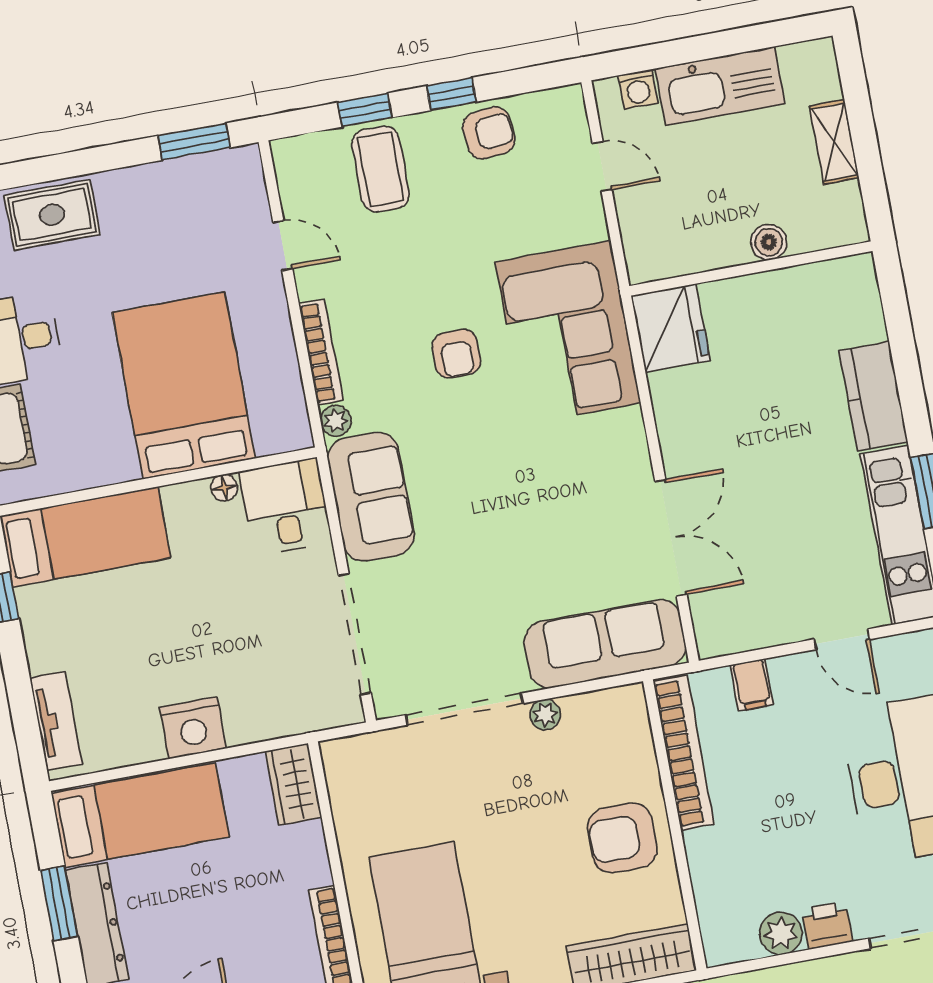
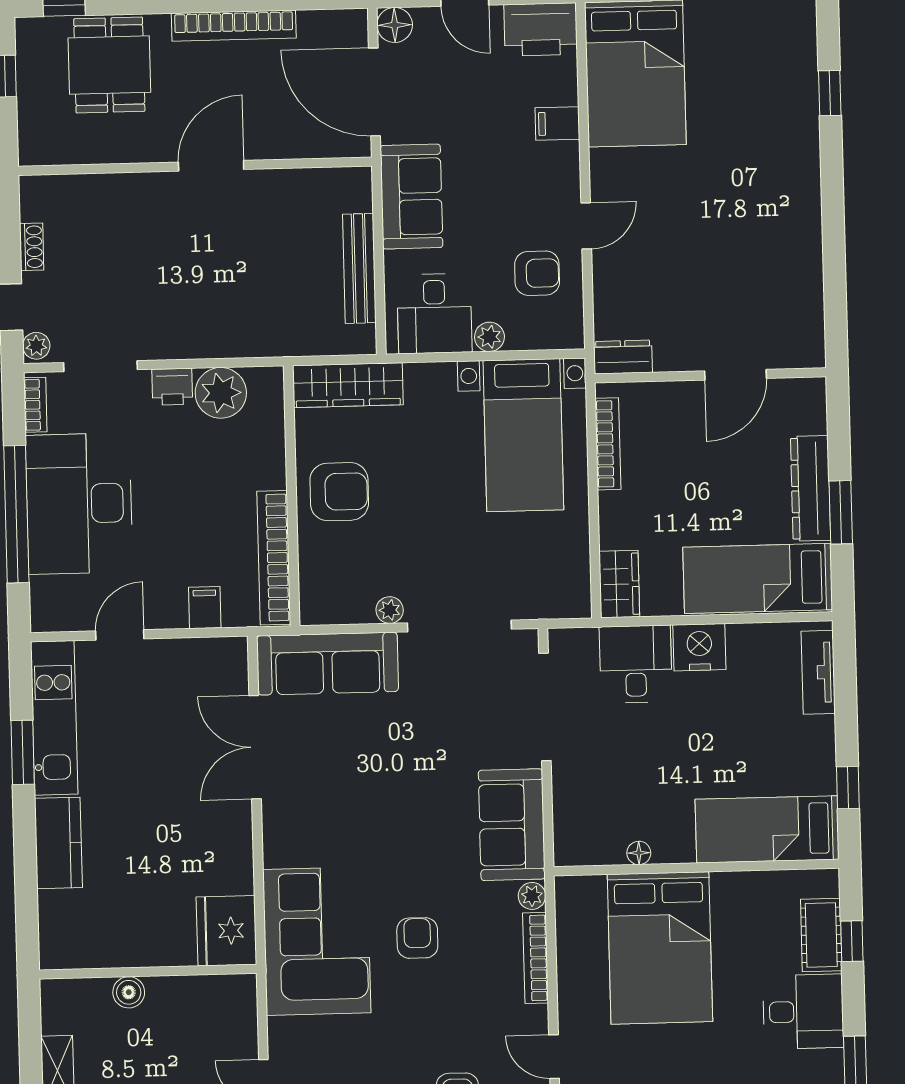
desk: (285, 507) -> (636, 664), moved, turned 180
door: (842, 639) -> (120, 635), hinge flipped
plant: (781, 933) -> (221, 393), width x1.36, depth x1.36

